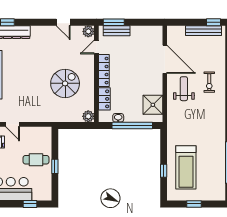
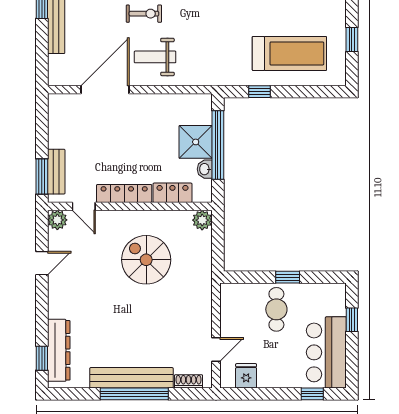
shower: (153, 105) -> (196, 142), moved
window: (164, 171) -> (259, 92), moved

